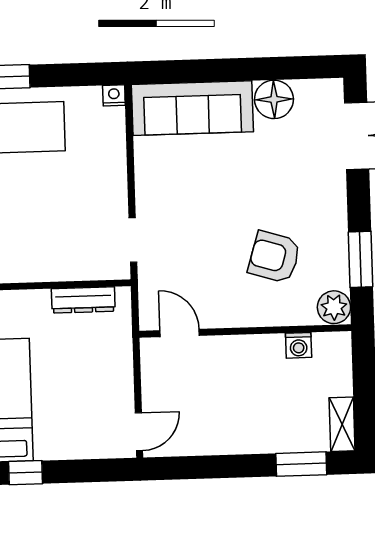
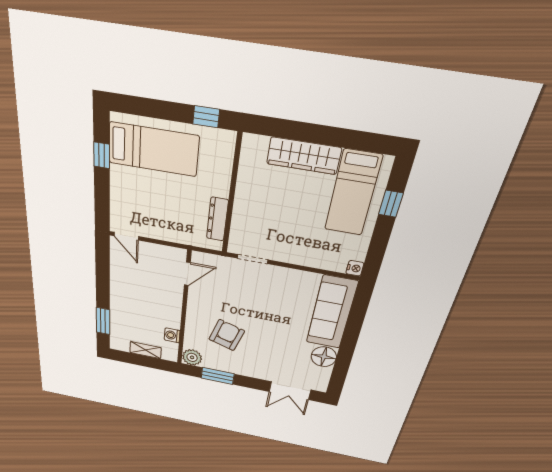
shelving: (342, 424) -> (146, 350), moved

